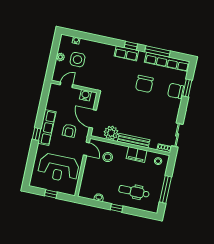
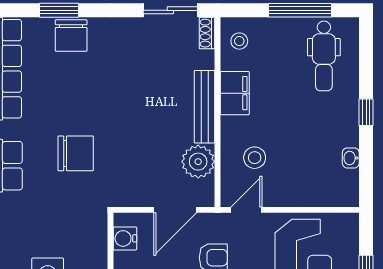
chair: (144, 84) -> (76, 153), moved
dental chair: (134, 192) -> (324, 56), moved

